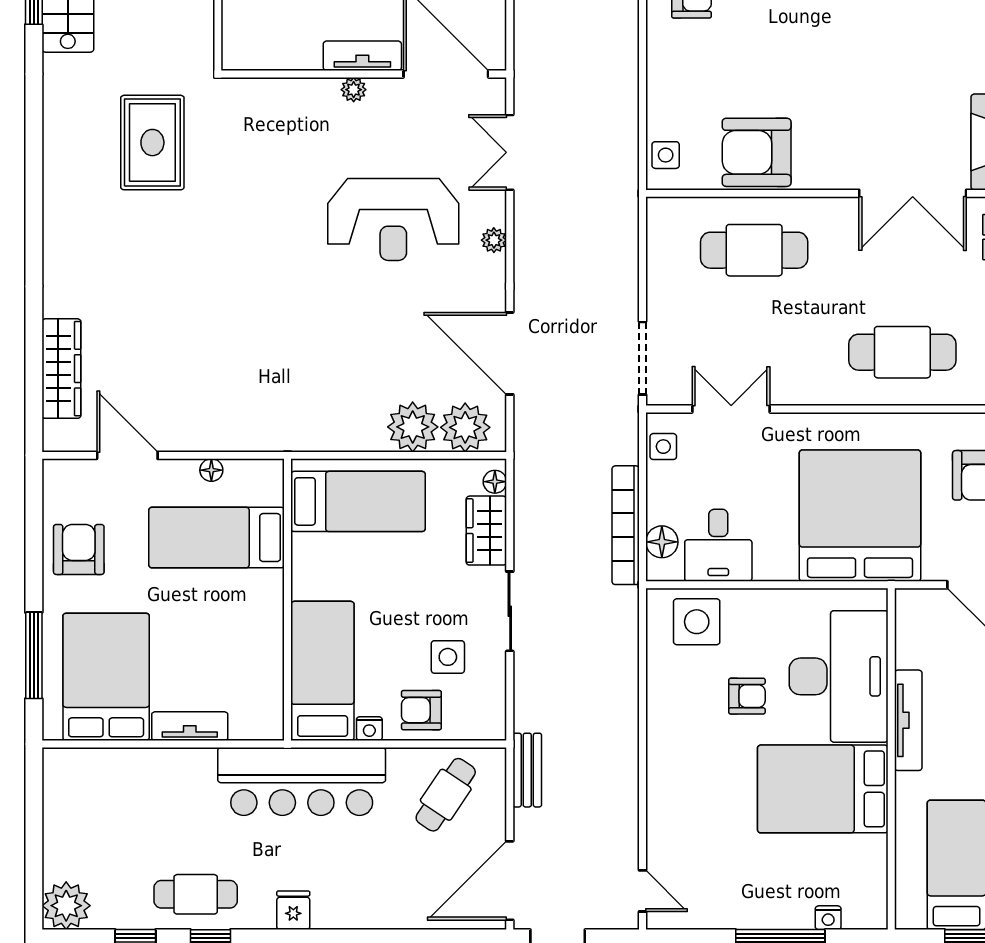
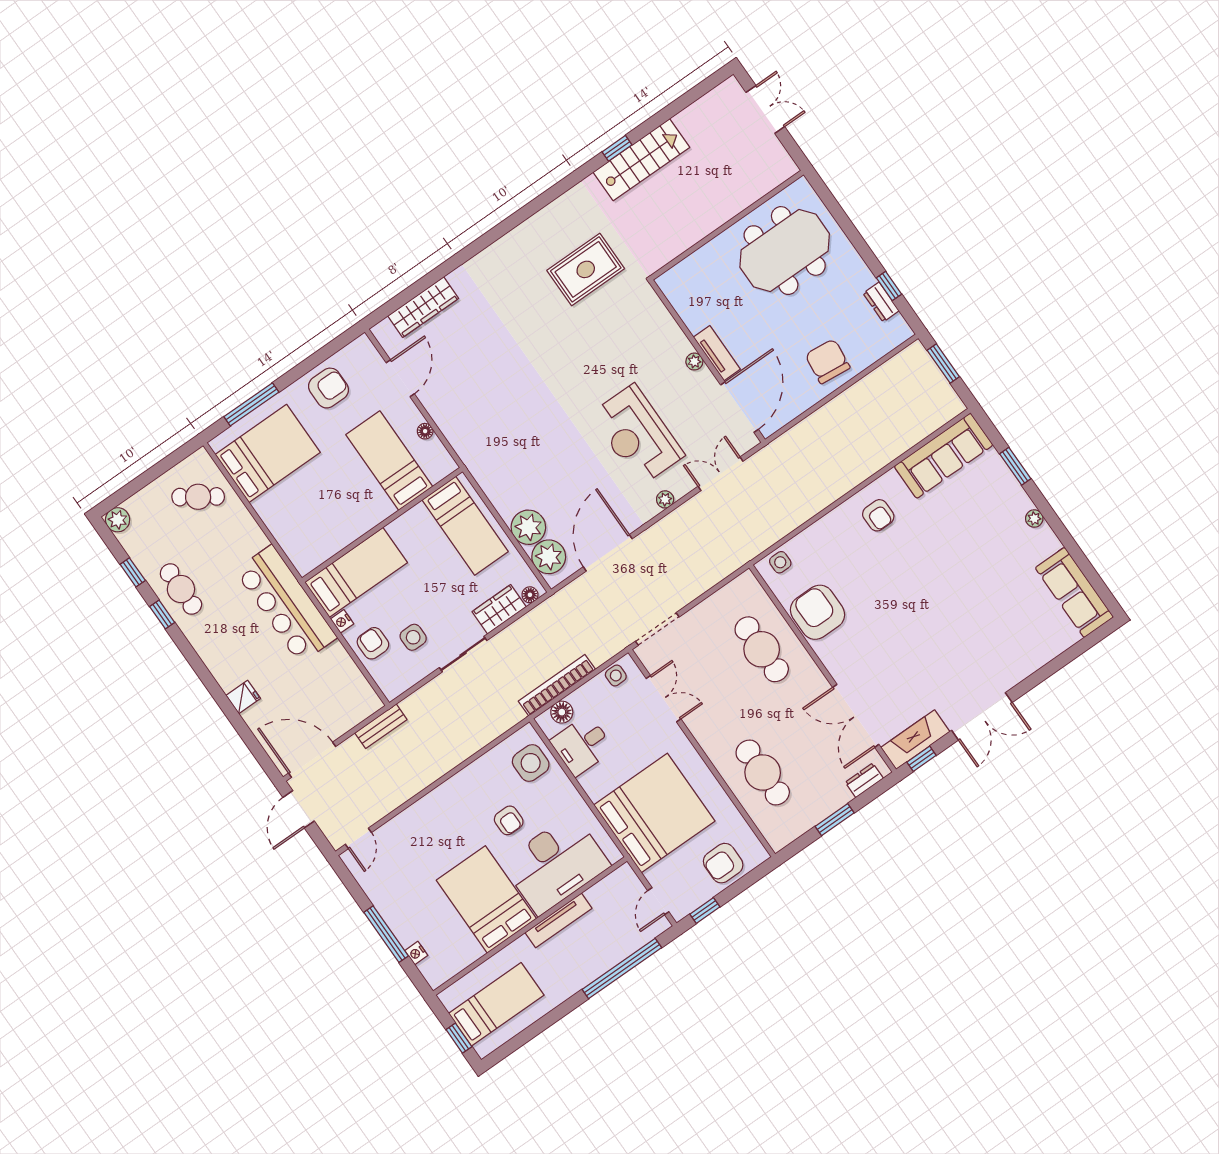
tv unit: (190, 726) -> (273, 520), removed
cafe table: (446, 795) -> (198, 497), moved
plant: (66, 906) -> (118, 520), width x0.73, depth x0.73
fridge: (293, 910) -> (243, 697), moved

